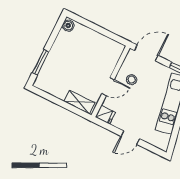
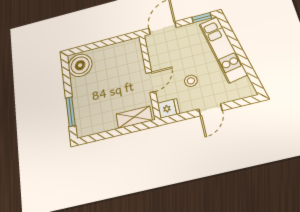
boiler: (68, 26) -> (80, 65), width x1.86, depth x1.86
stool: (132, 80) -> (191, 81), moved

